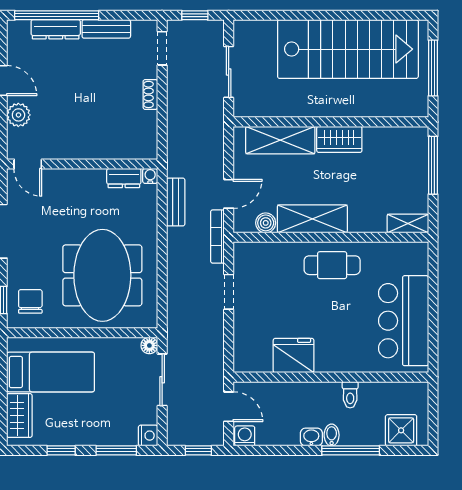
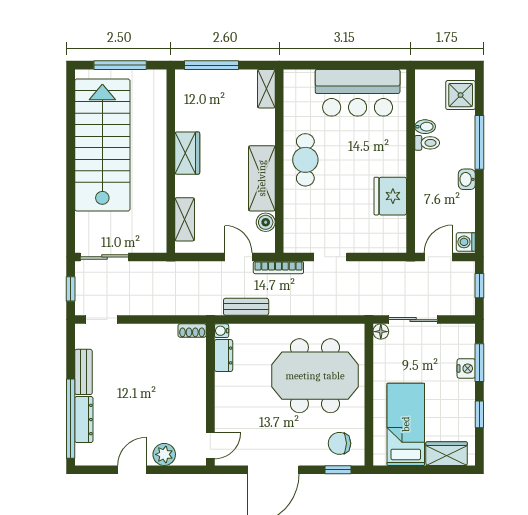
sliding door: (229, 72) -> (104, 257), moved
shoe rack: (150, 94) -> (192, 331), moved
shelving: (280, 140) -> (185, 219), width x0.67, depth x0.75
bidet: (332, 435) -> (425, 127), moved, turned 180
nightstand: (148, 436) -> (466, 368), moved, turned 90

